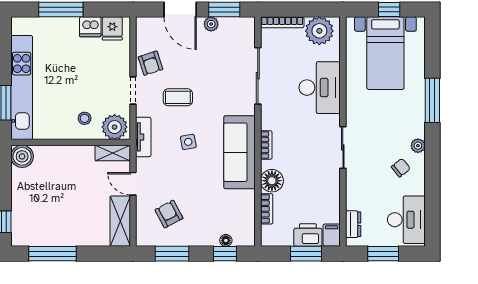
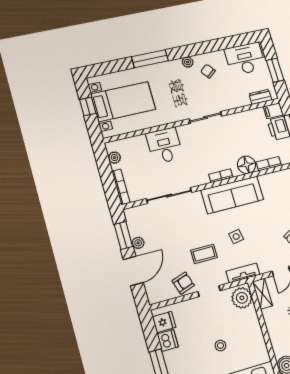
plant: (319, 31) -> (114, 158), width x0.53, depth x0.53
desk: (320, 88) -> (165, 146), width x0.73
coffee table: (178, 97) -> (204, 254), turned 90
stool: (85, 118) -> (220, 346), moved

